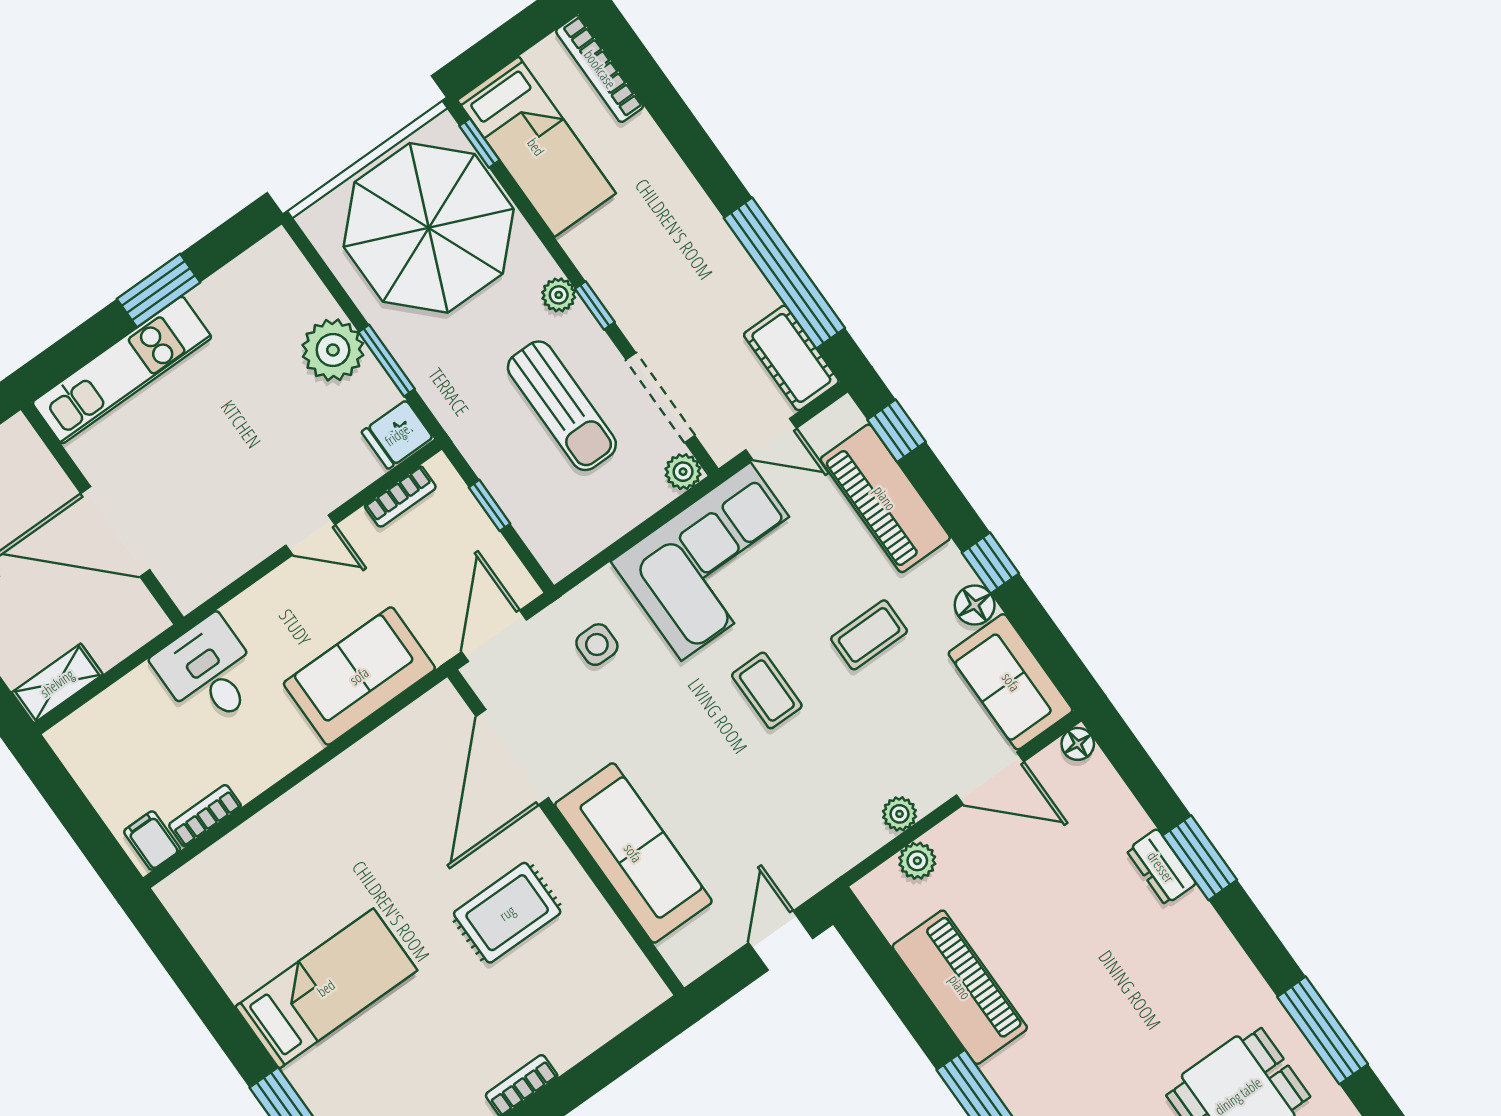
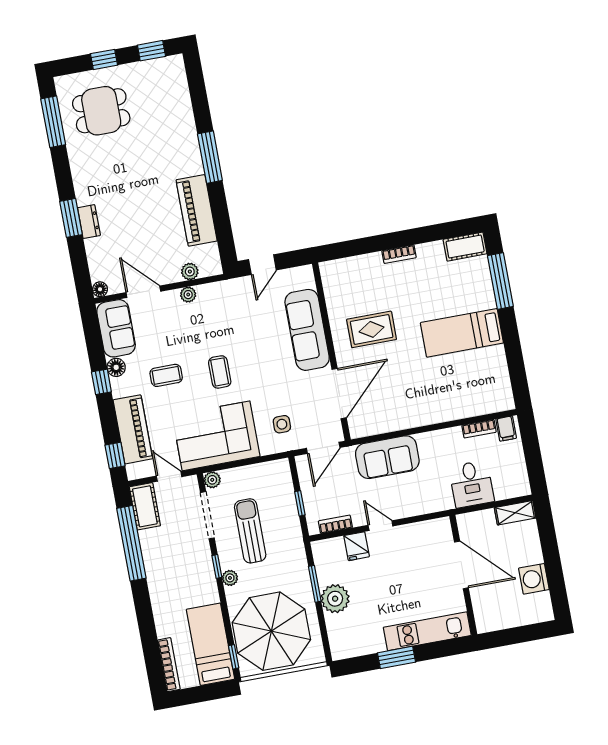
fridge: (397, 435) -> (357, 546), moved, turned 90
desk: (209, 672) -> (472, 484), moved

